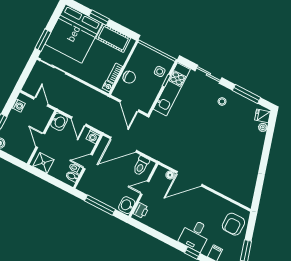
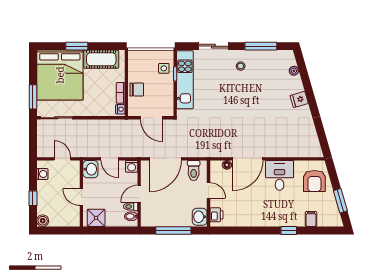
fridge: (262, 116) -> (299, 99), moved
door: (145, 188) -> (208, 190), swing flipped
desk: (195, 235) -> (280, 175), moved, turned 180

